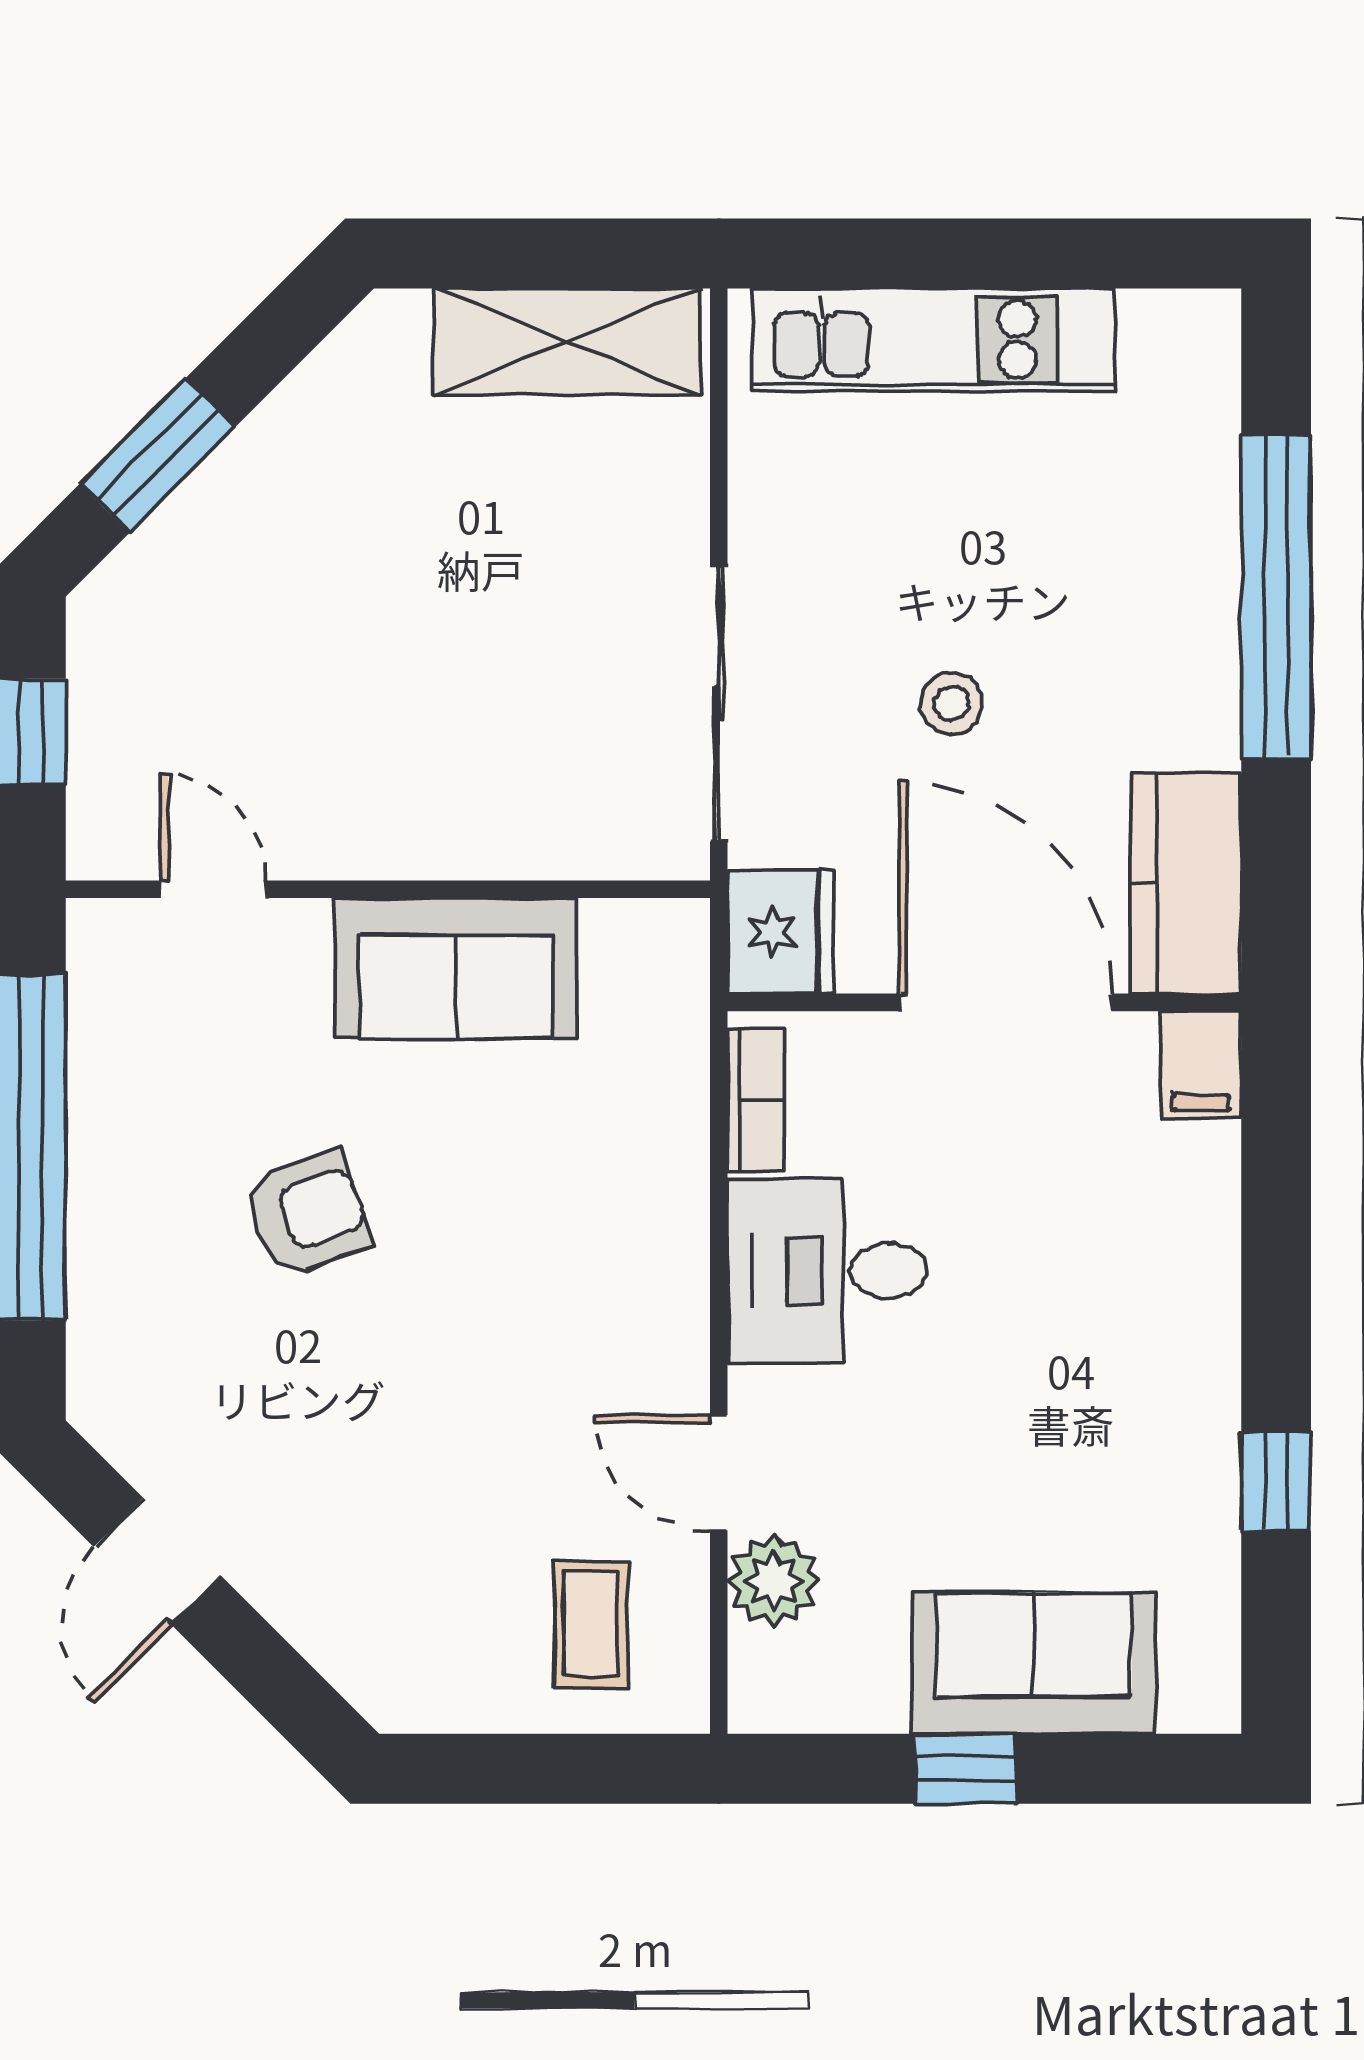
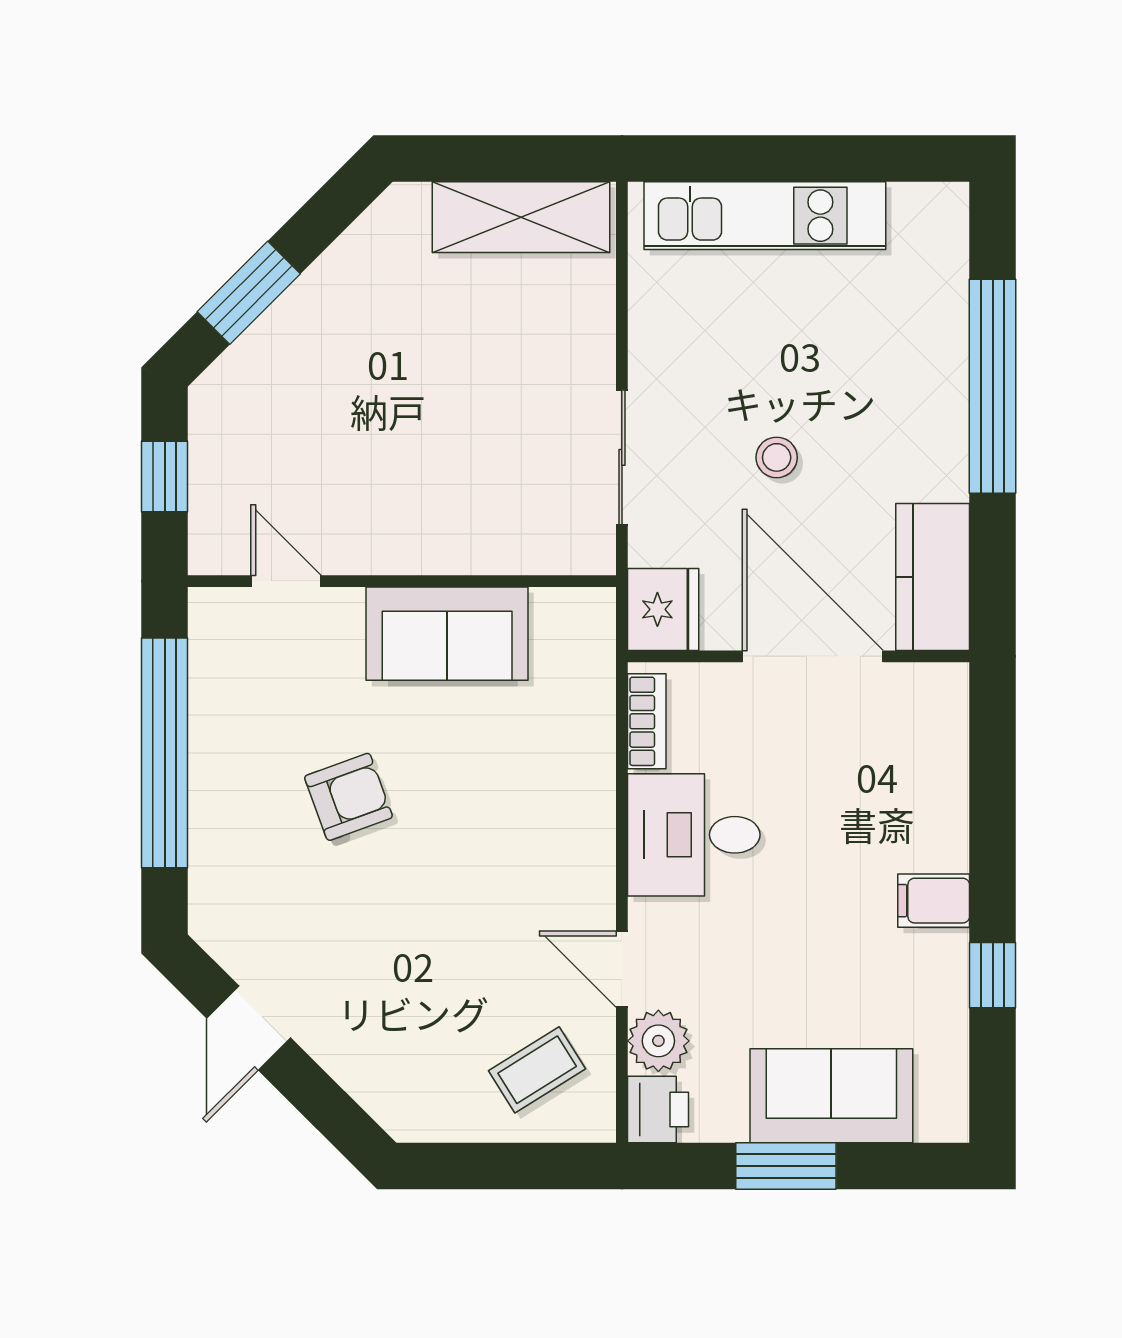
sliding door: (719, 703) -> (622, 457), width x0.73
filing cabinet: (1201, 1065) -> (934, 901), moved, turned 90
coffee table: (591, 1624) -> (537, 1070), turned 58
printer: (773, 1684) -> (658, 1109), added
window: (965, 1769) -> (786, 1166), width x1.50

